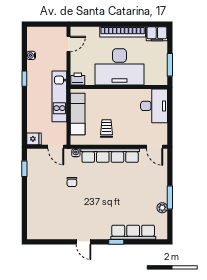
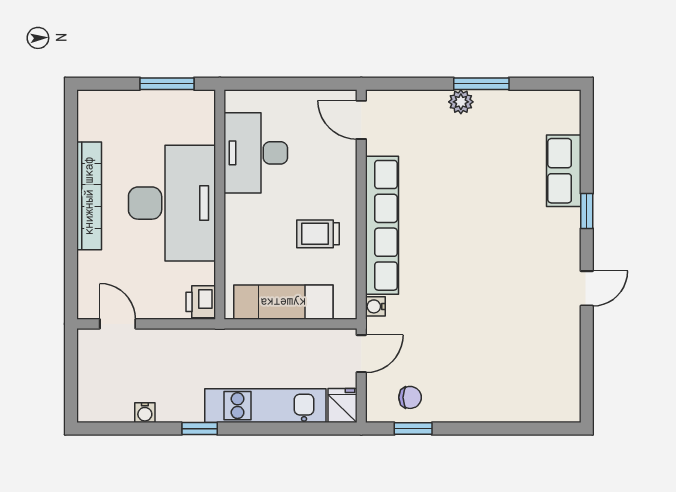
filing cabinet: (157, 34) -> (93, 115), removed
kitchen unit: (59, 96) -> (265, 406), moved, turned 180
desk: (154, 106) -> (256, 153), moved, turned -90
door: (155, 147) -> (361, 120), swing flipped
chair: (72, 182) -> (410, 397), moved
plant: (162, 208) -> (461, 102), moved
row of seats: (133, 232) -> (564, 171), width x0.68

